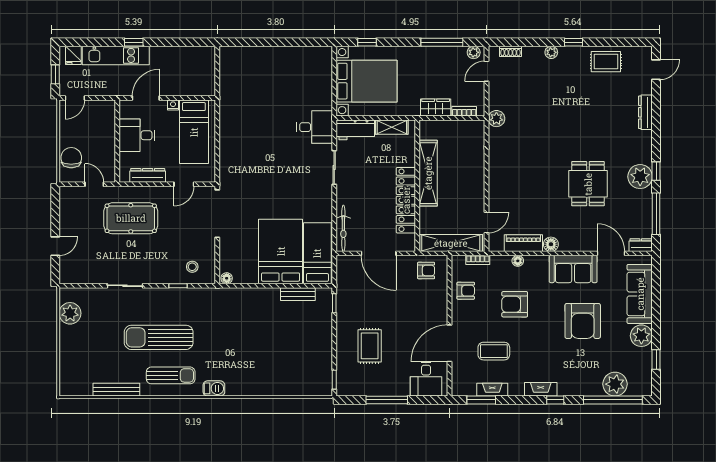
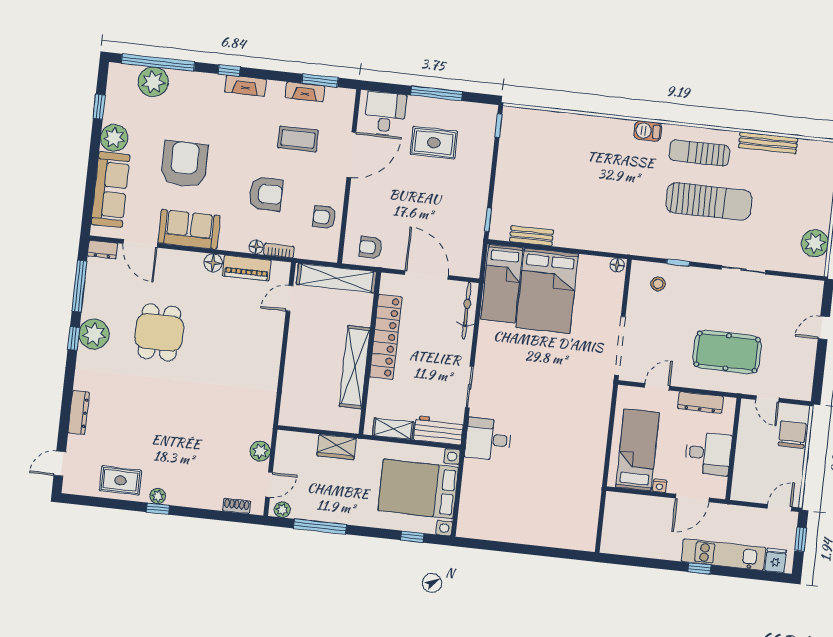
plant: (551, 52) -> (158, 496), moved
bookcase: (464, 111) -> (302, 438), removed
plant: (496, 119) -> (260, 451), moved
chair: (71, 158) -> (792, 435), turned 180
bookcase: (478, 260) -> (279, 251), moved
rug: (370, 346) -> (434, 143), moved, turned 90

